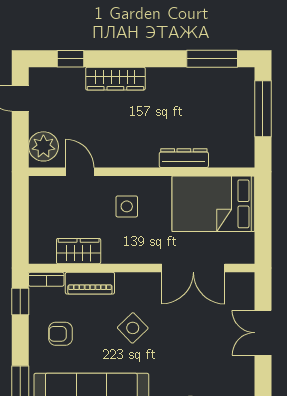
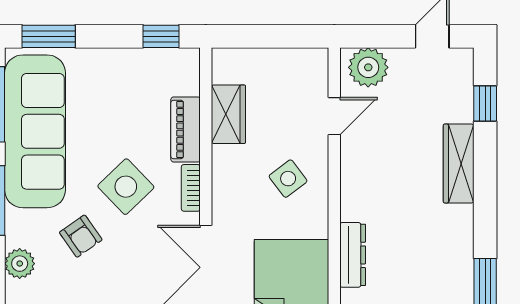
side table: (127, 206) -> (288, 179), turned -37
bookcase: (46, 279) -> (191, 188), moved
side table: (133, 328) -> (126, 187), width x1.37, depth x1.37
armchair: (60, 334) -> (81, 236), moved, turned 145

